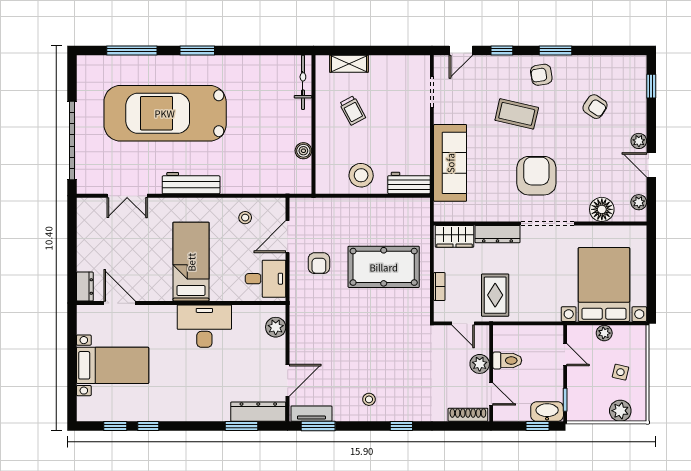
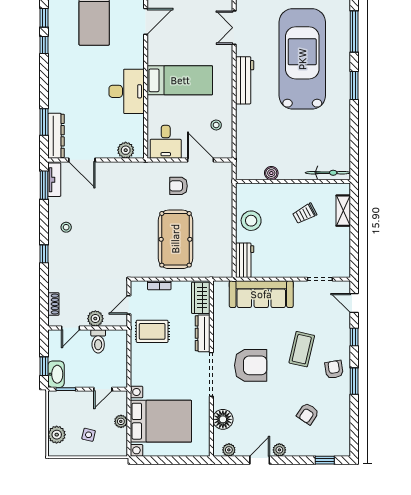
shoe rack: (468, 415) -> (53, 304), width x0.70

